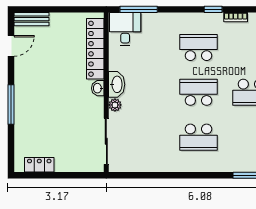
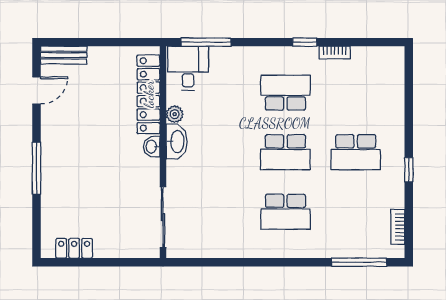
school desk: (198, 92) -> (285, 152), turned 180
plant: (115, 105) -> (175, 114), moved

